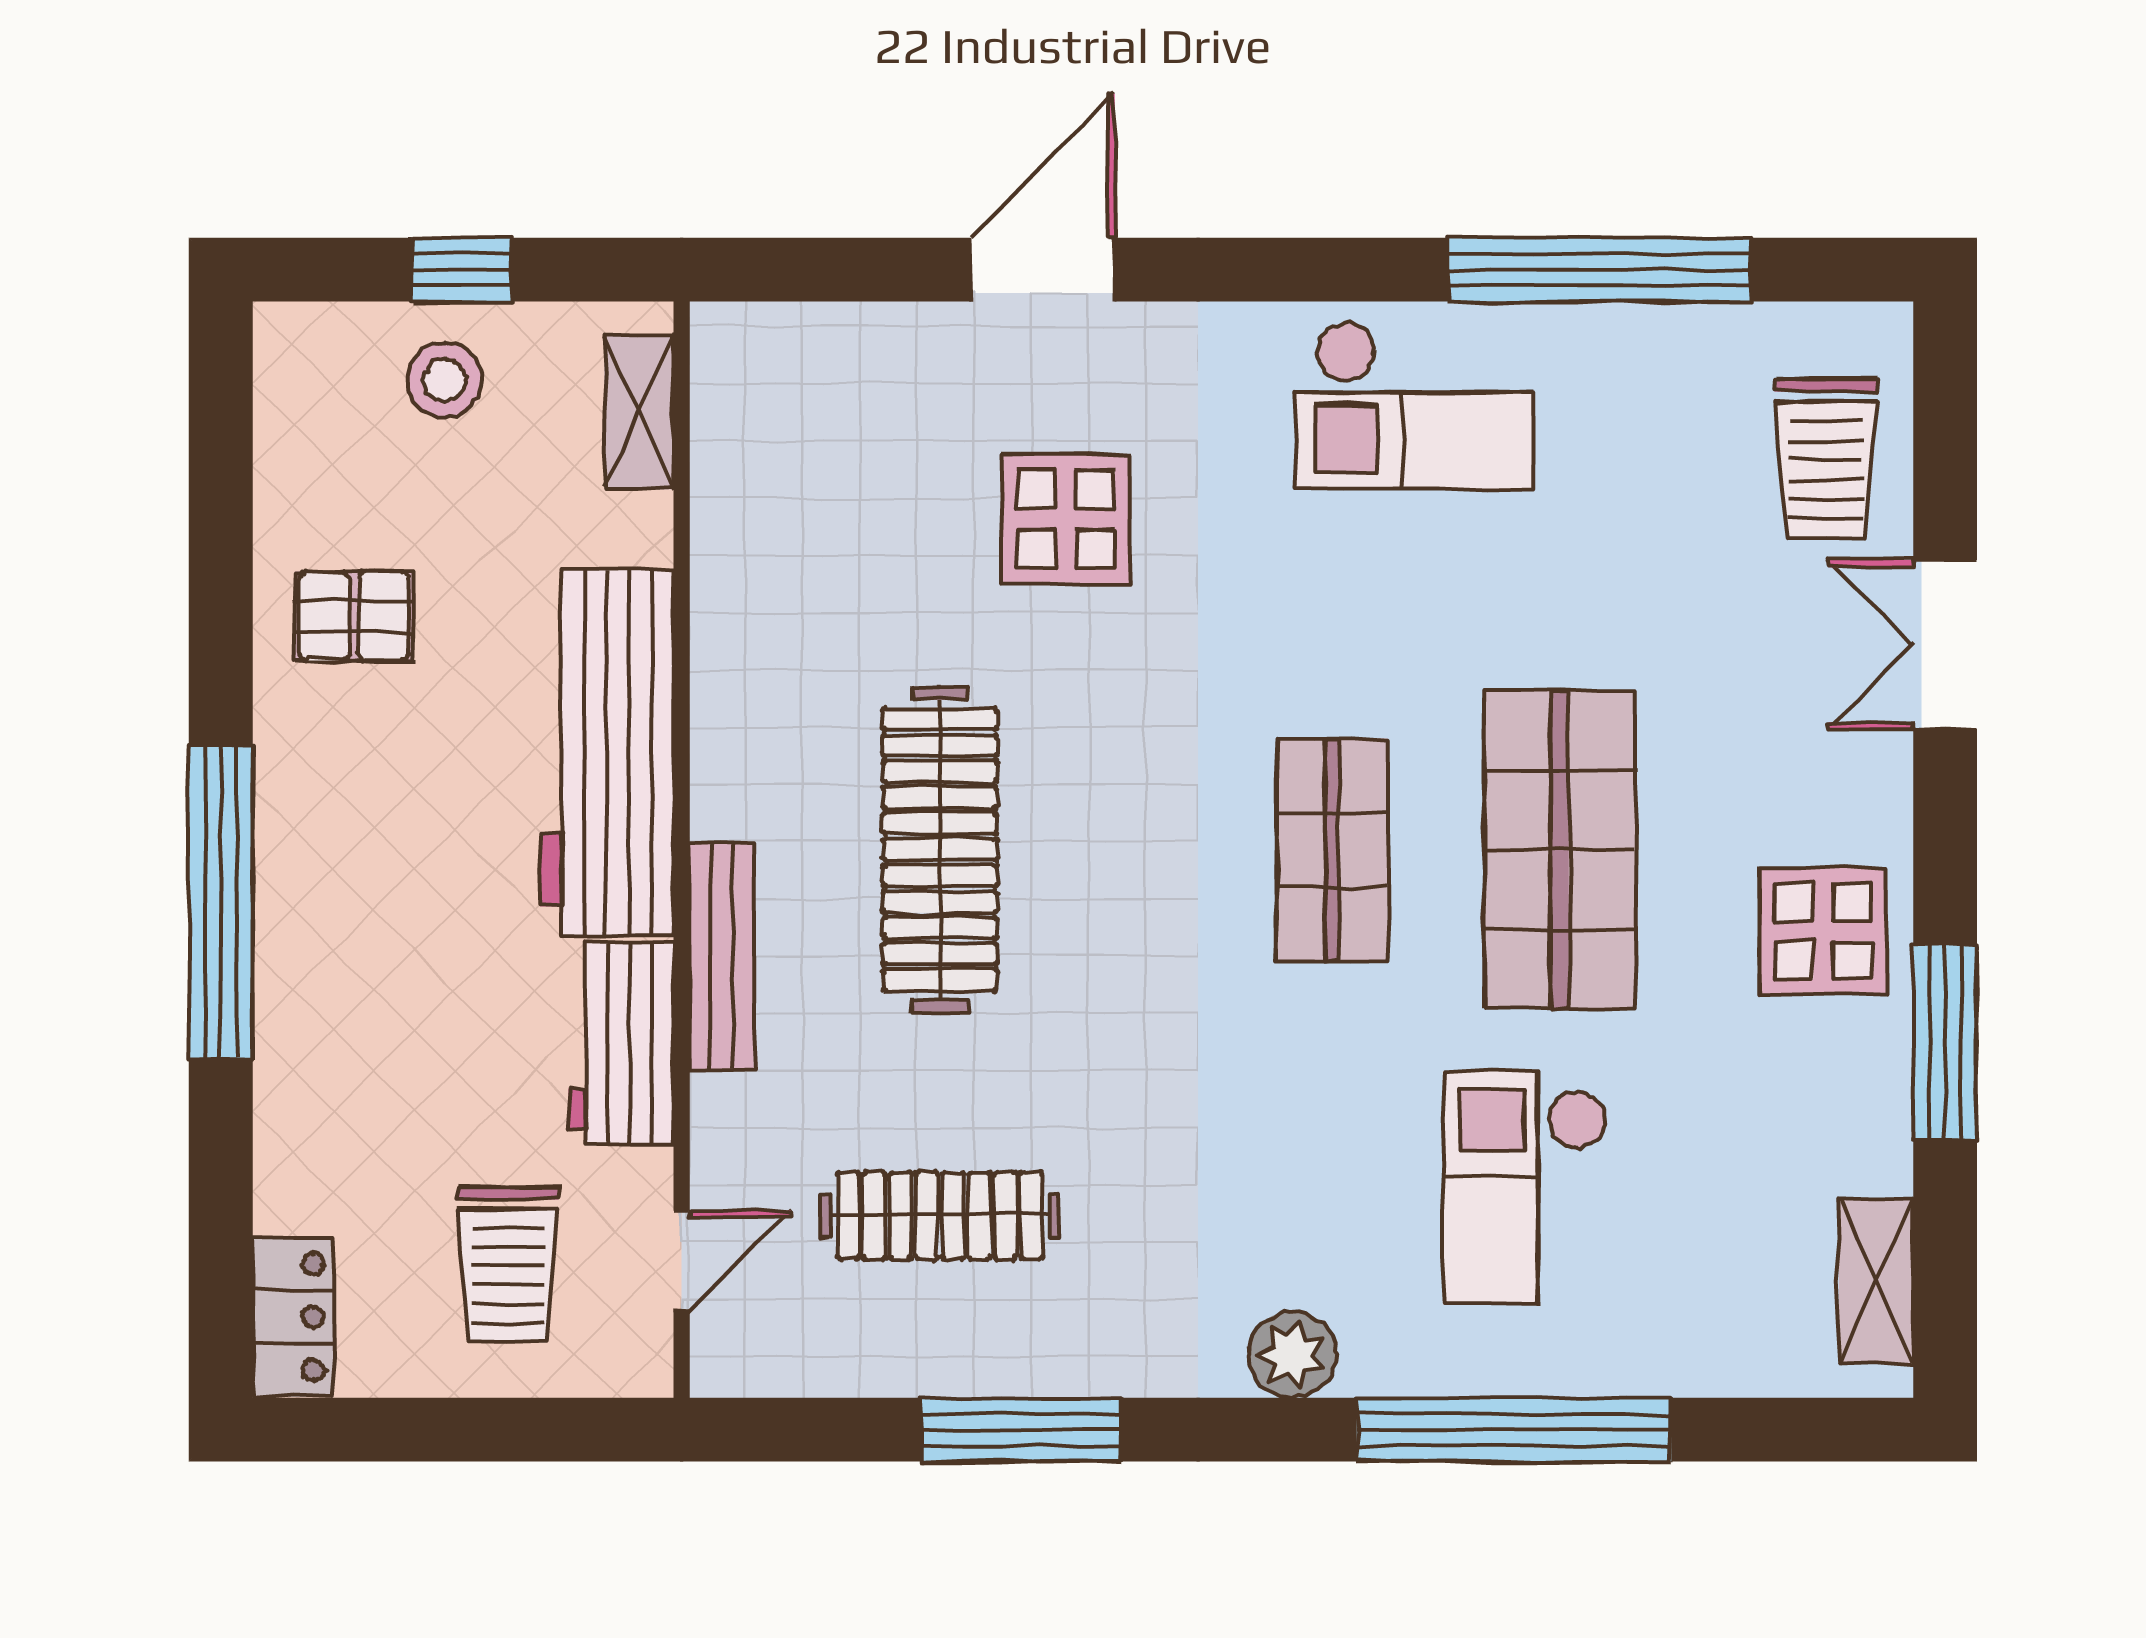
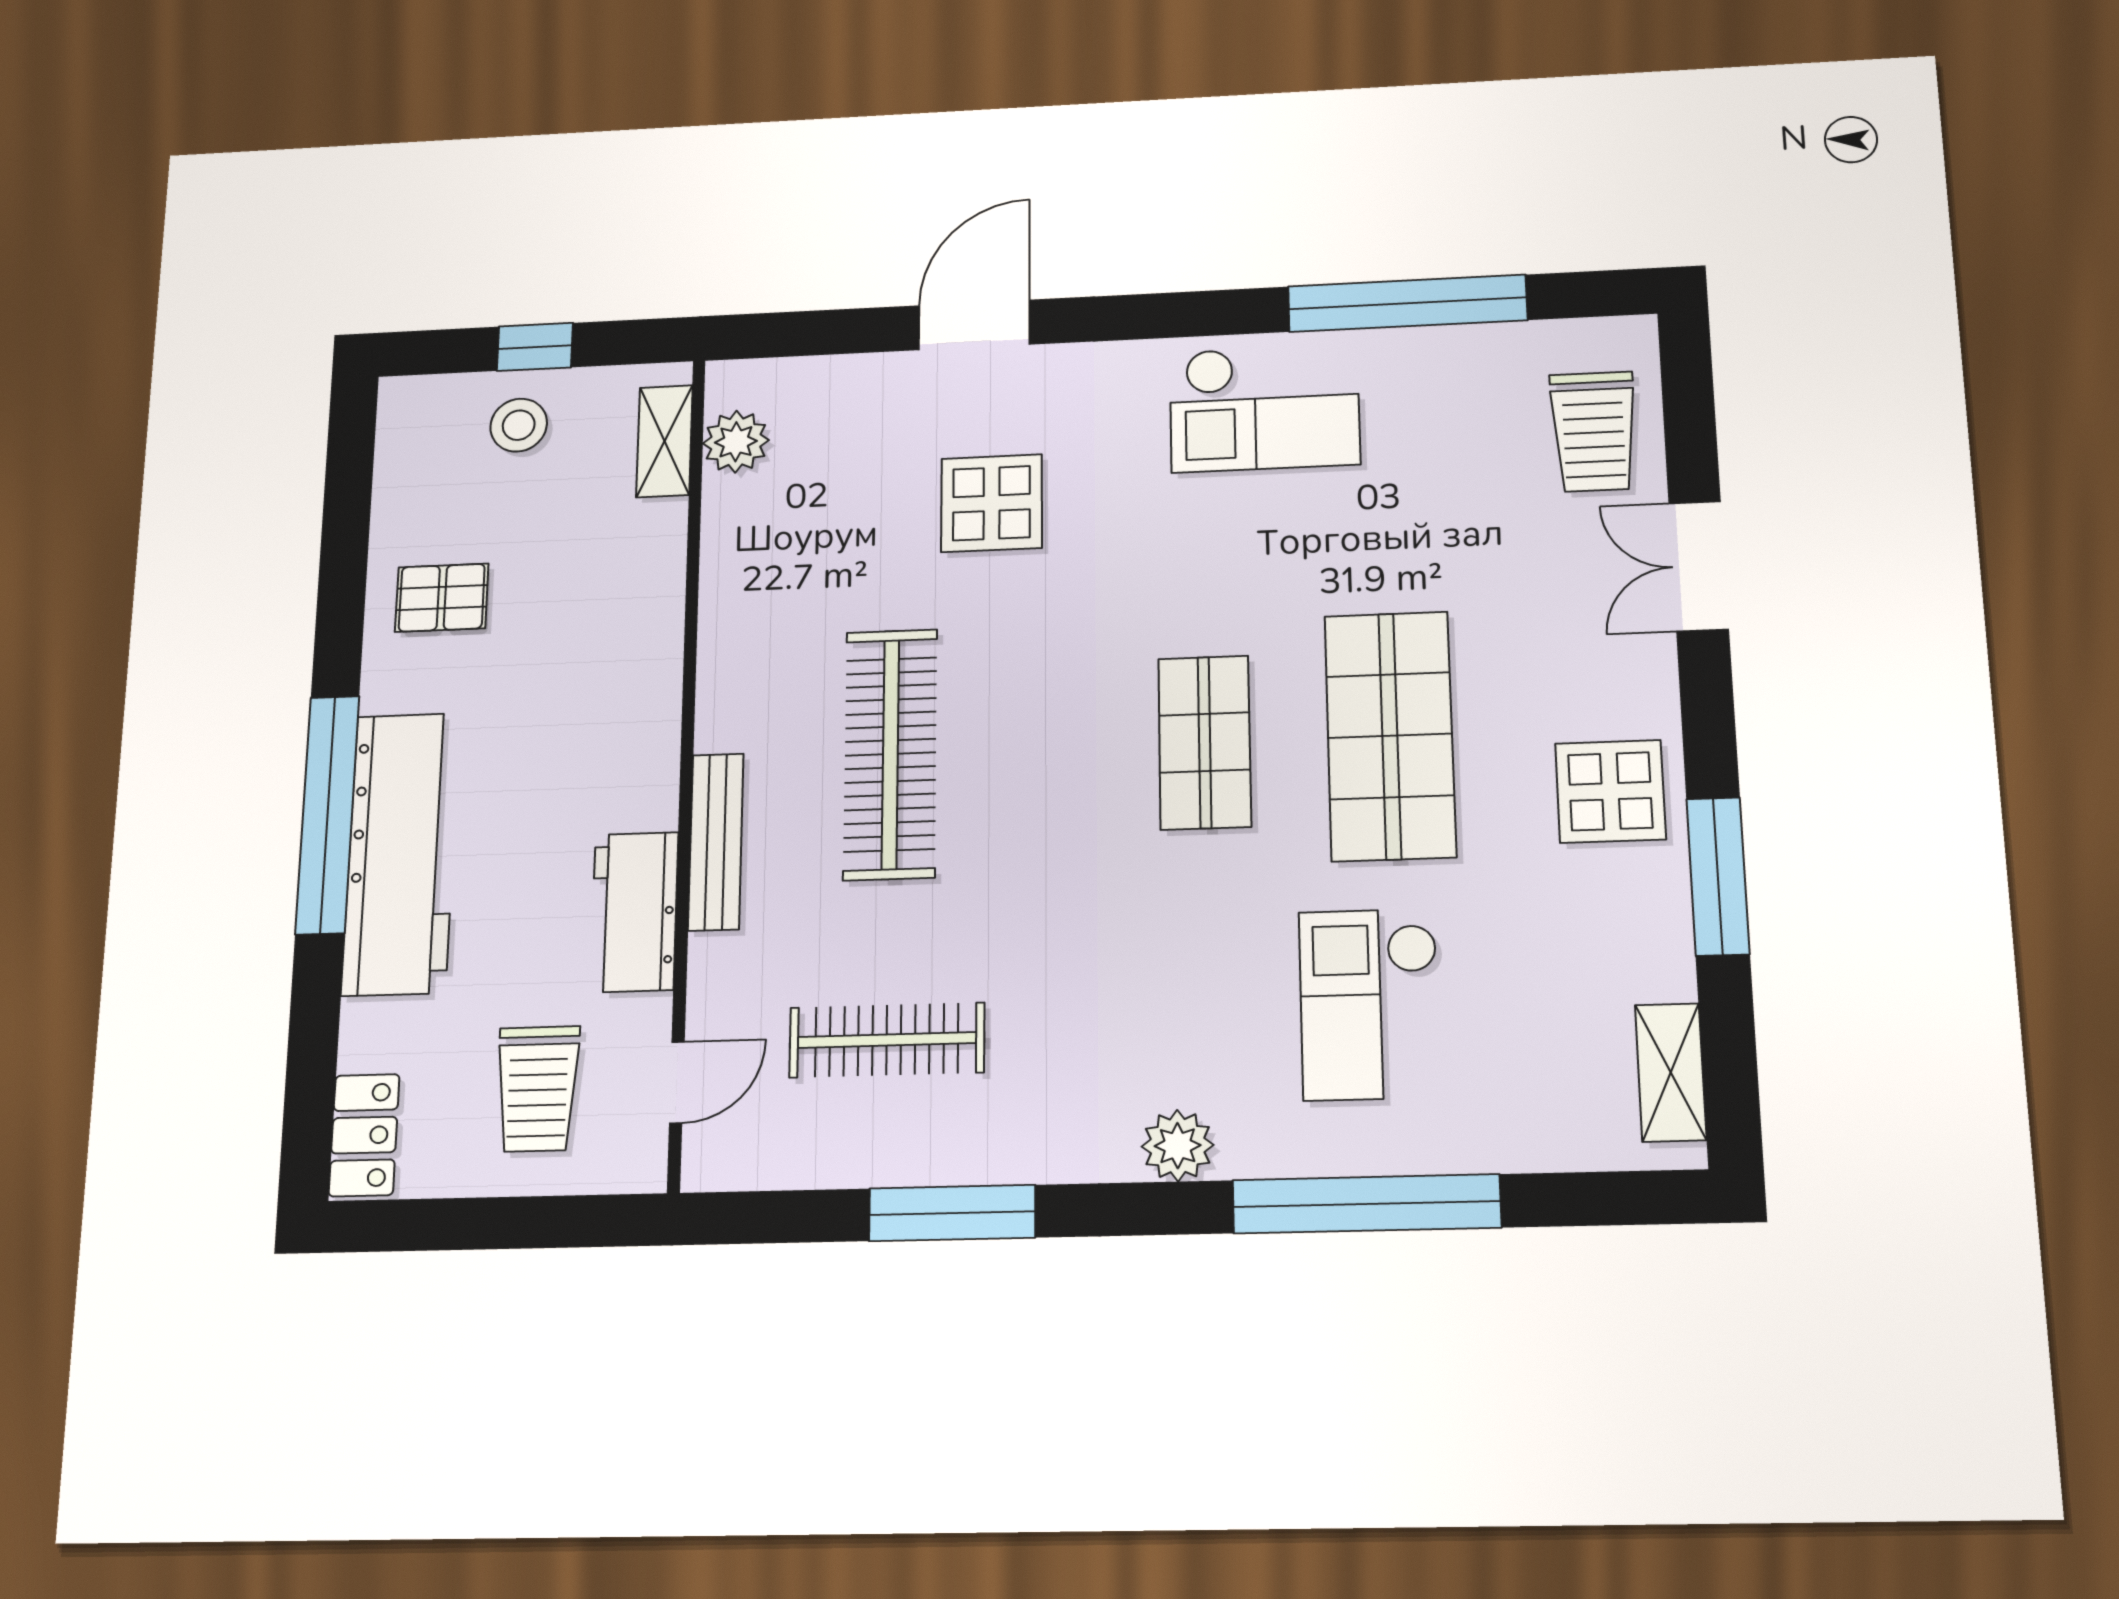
plant: (733, 418) -> (736, 442), added
workbench: (607, 752) -> (401, 853), moved, turned 180

